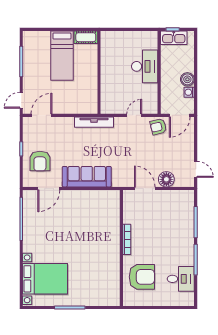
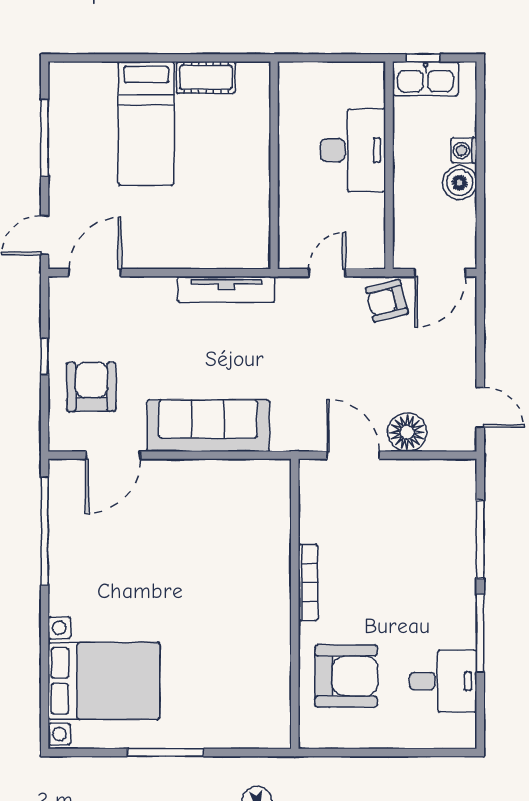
wall: (99, 72) -> (274, 165), moved
washing machine: (189, 92) -> (464, 150), moved
armchair: (40, 161) -> (91, 387), turned 180

